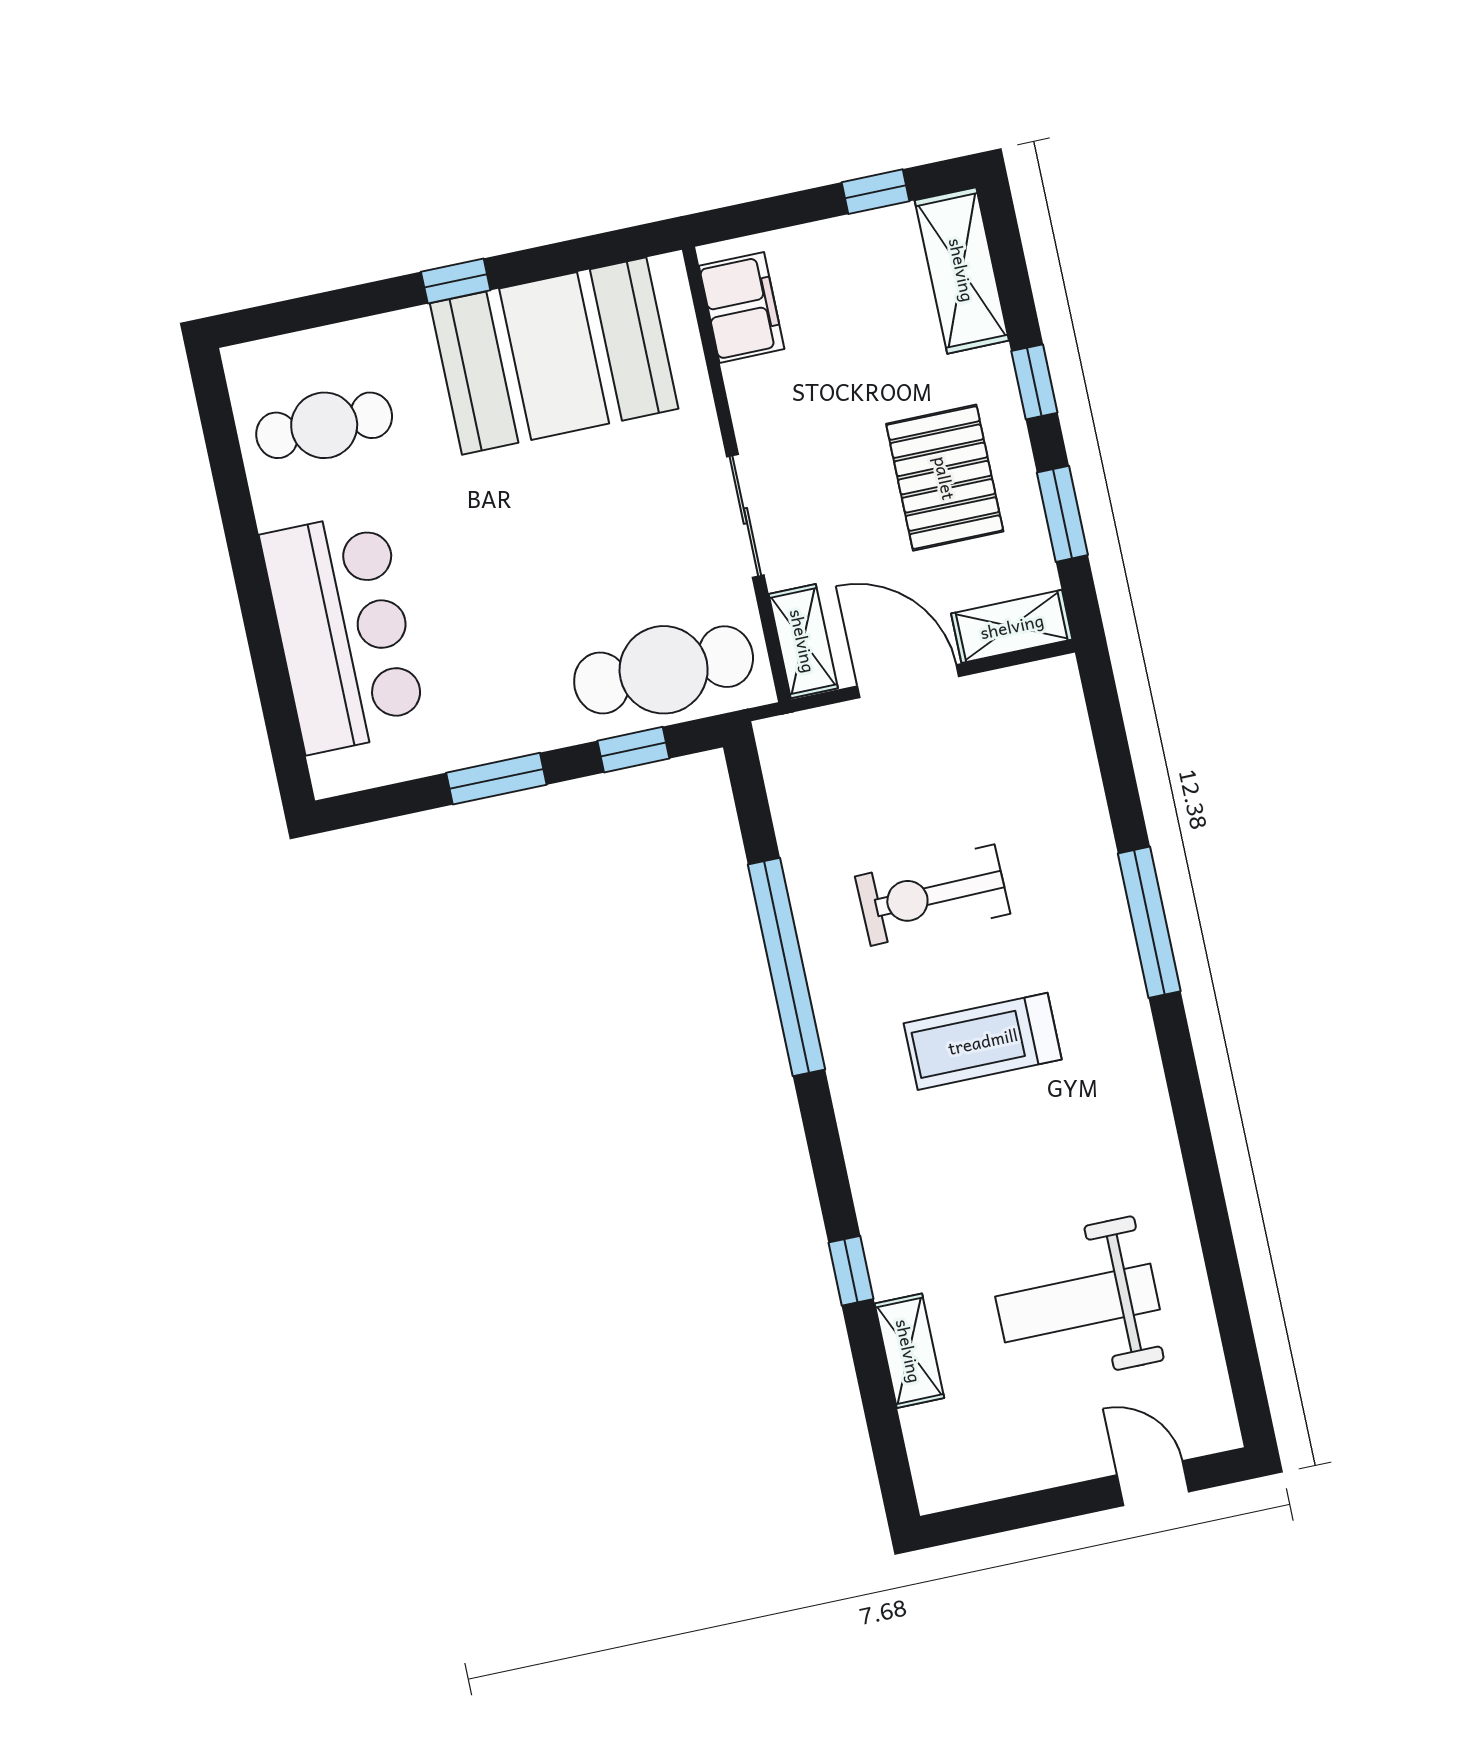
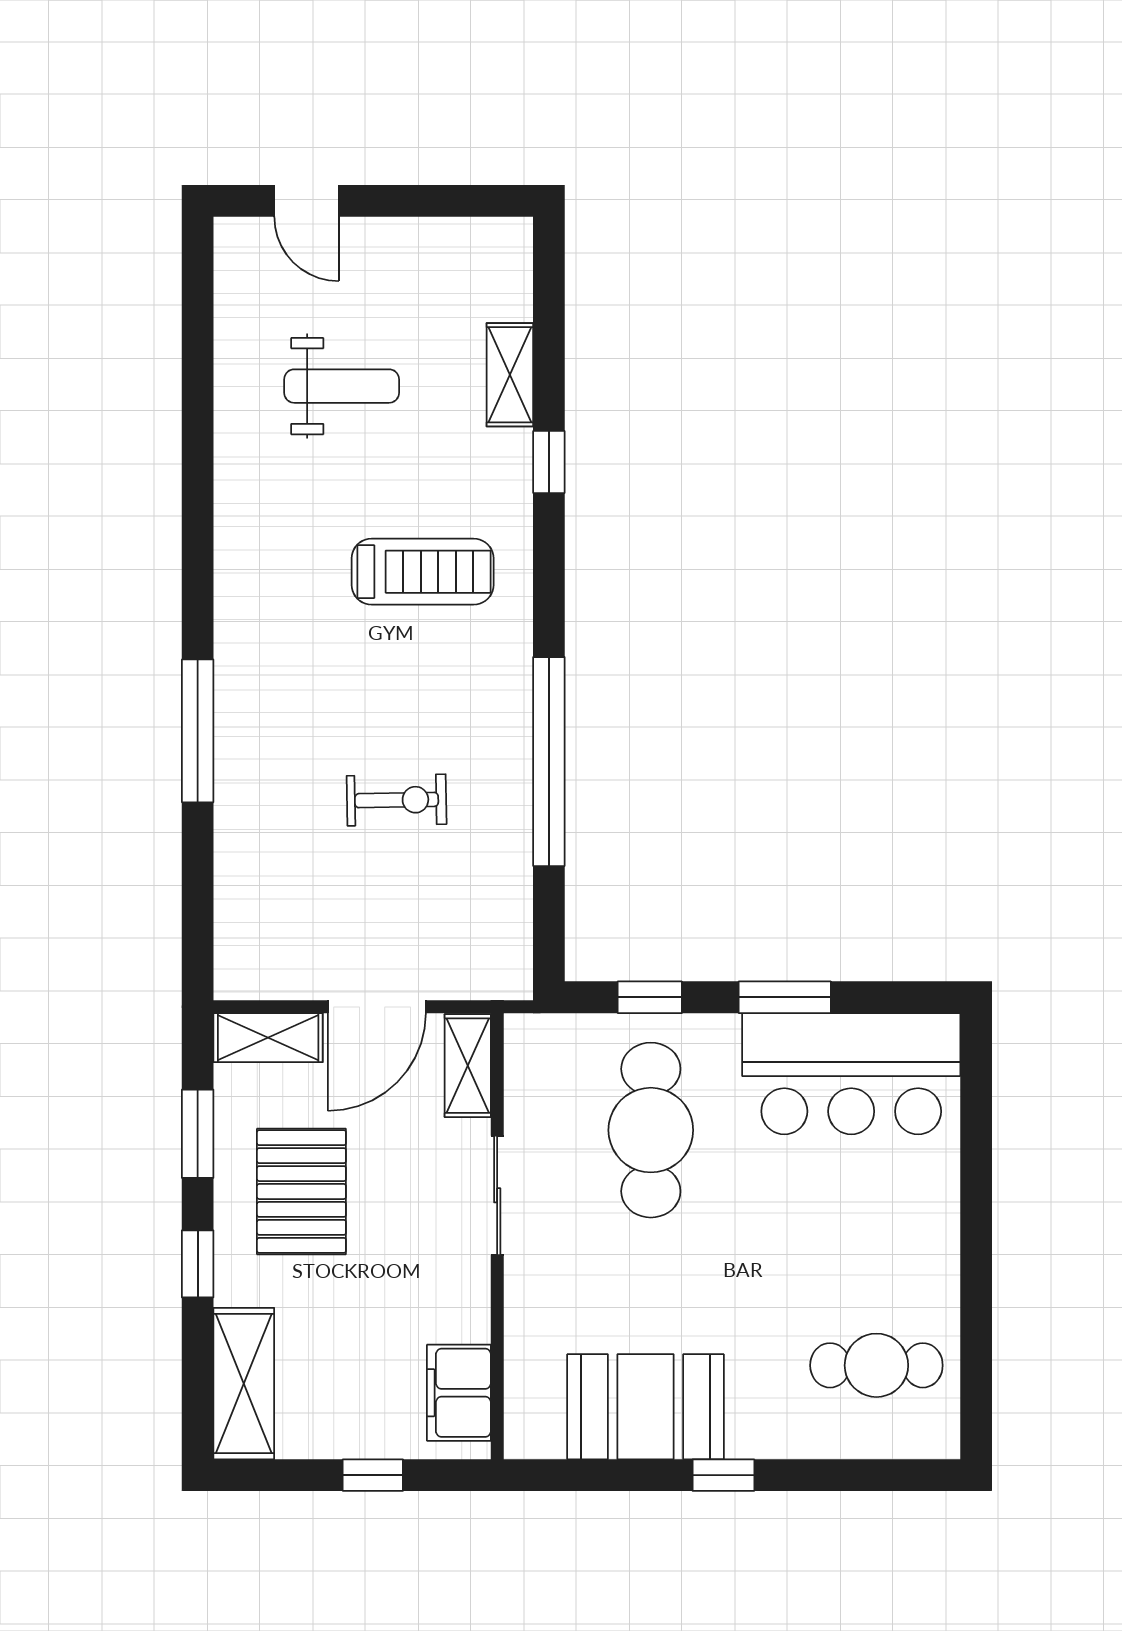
window: (876, 192) -> (373, 1475), moved
booth: (554, 356) -> (646, 1407), width x0.73, depth x0.70
bar counter: (343, 632) -> (851, 1074), moved, turned -90
cafe table: (664, 670) -> (651, 1130), moved, turned 90
door: (908, 681) -> (377, 1007), hinge flipped
exercise bike: (933, 895) -> (397, 800), width x0.73, depth x0.72
treadmill: (983, 1041) -> (423, 572), moved
weight bench: (1078, 1303) -> (342, 386), width x0.73, depth x0.75

